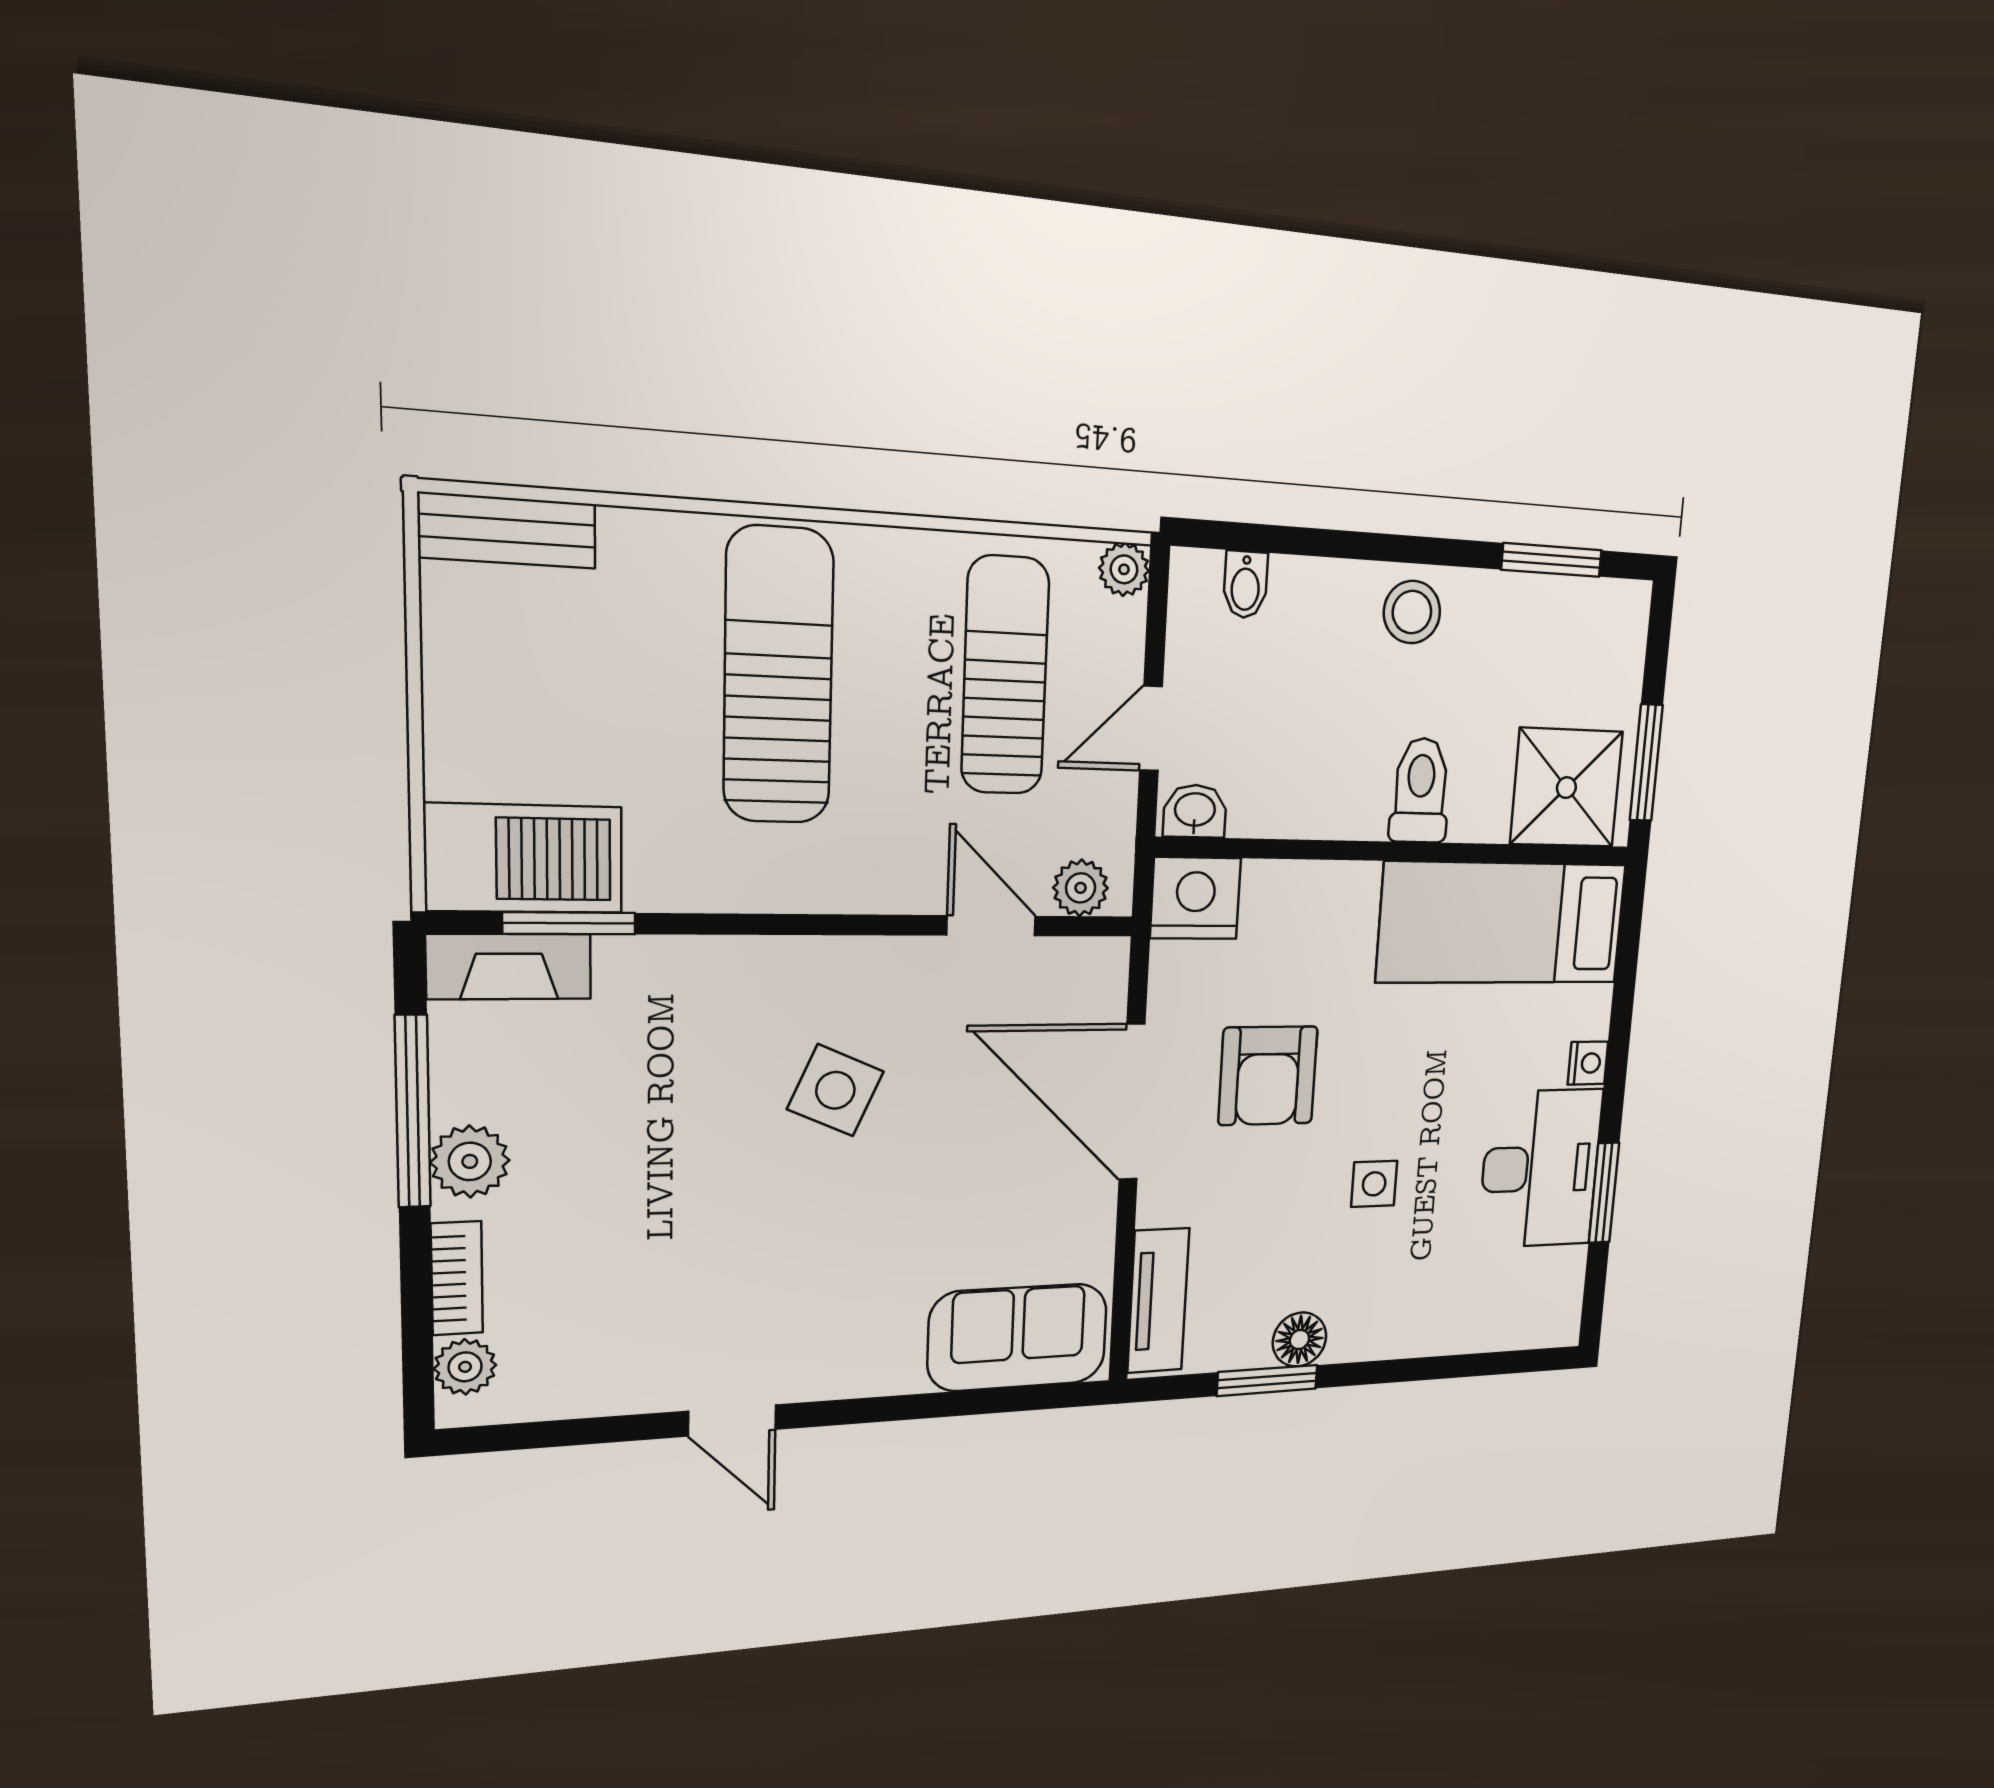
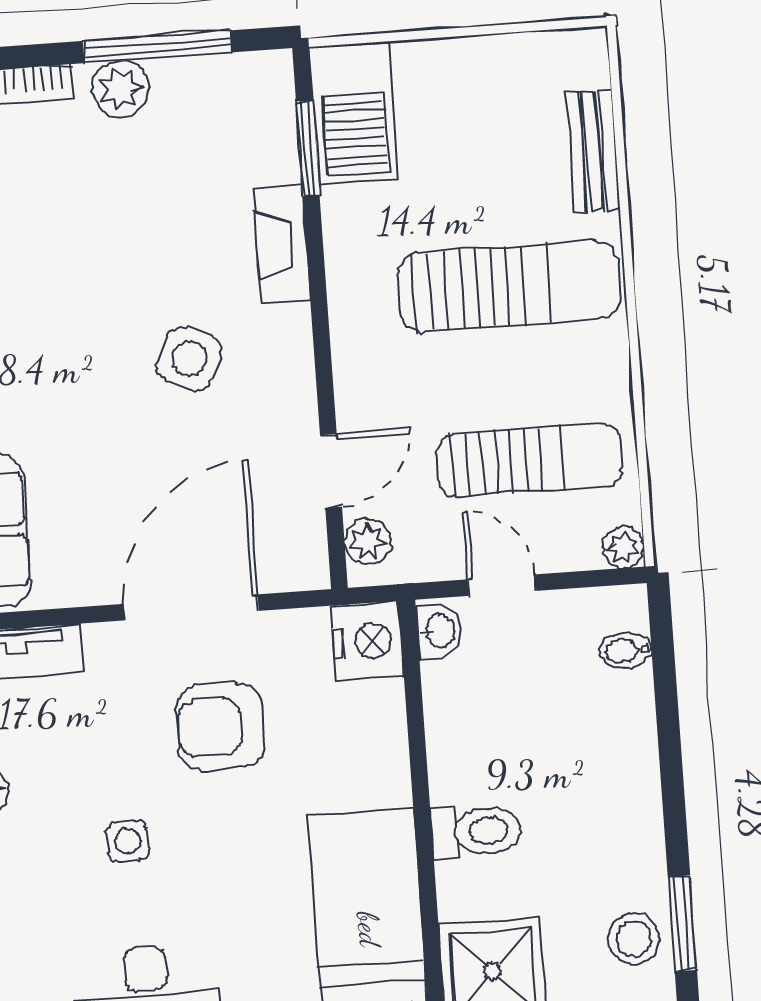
bench: (507, 531) -> (593, 151), moved
stool: (1412, 612) -> (634, 939), moved
fireplace: (509, 967) -> (282, 244), moved

